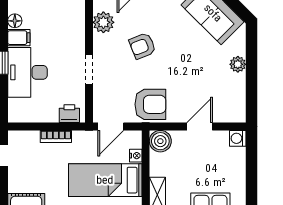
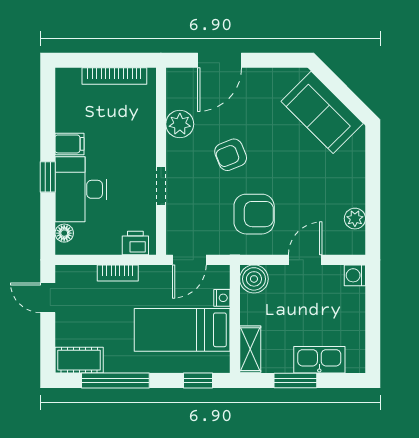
floor lamp: (15, 21) -> (64, 233), moved
plant: (238, 64) -> (355, 219), moved
armchair: (150, 104) -> (254, 214), moved

